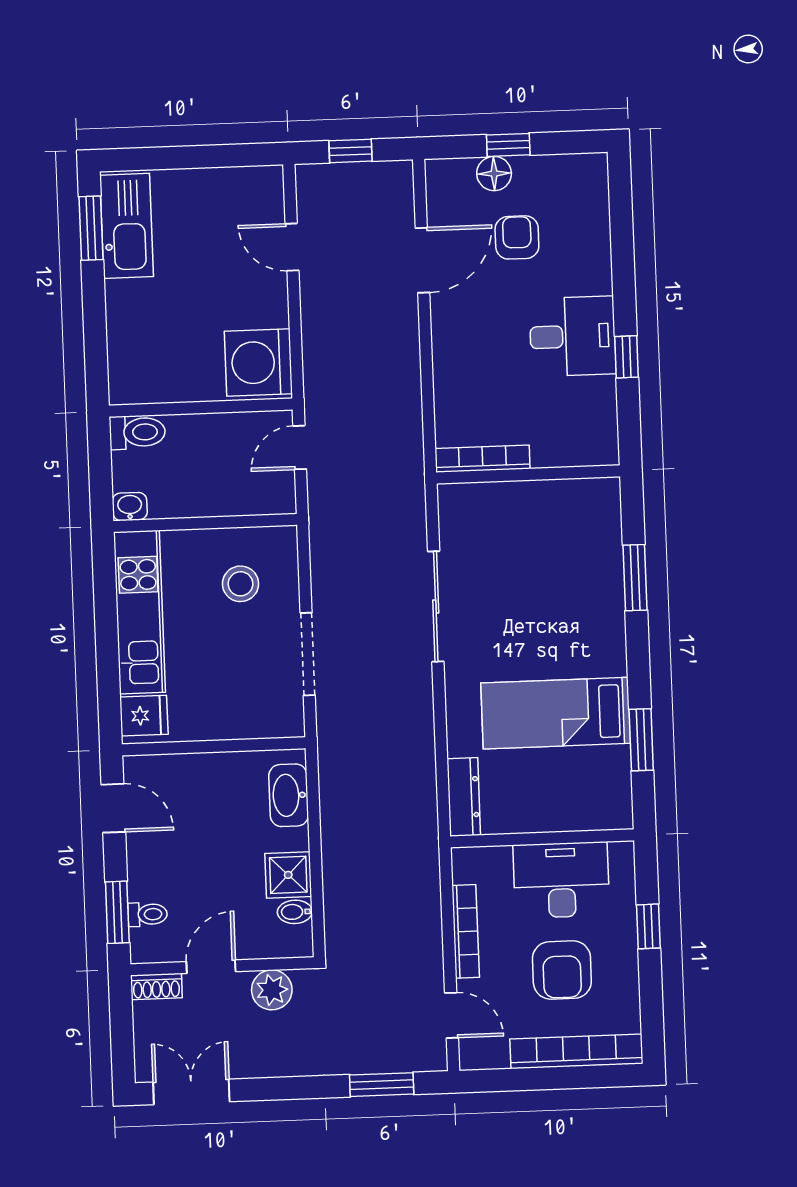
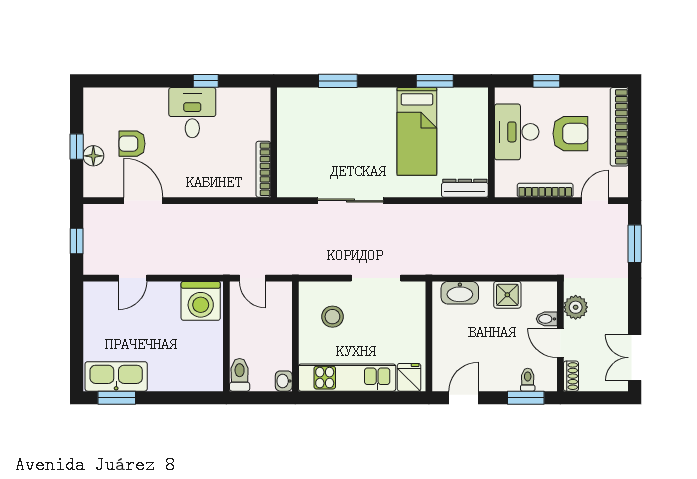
bidet: (295, 912) -> (547, 319), moved, turned 90

